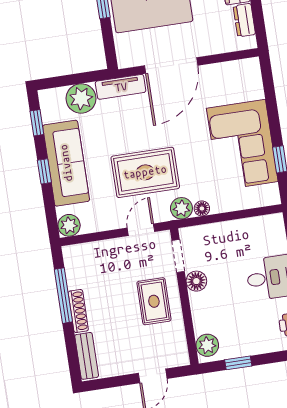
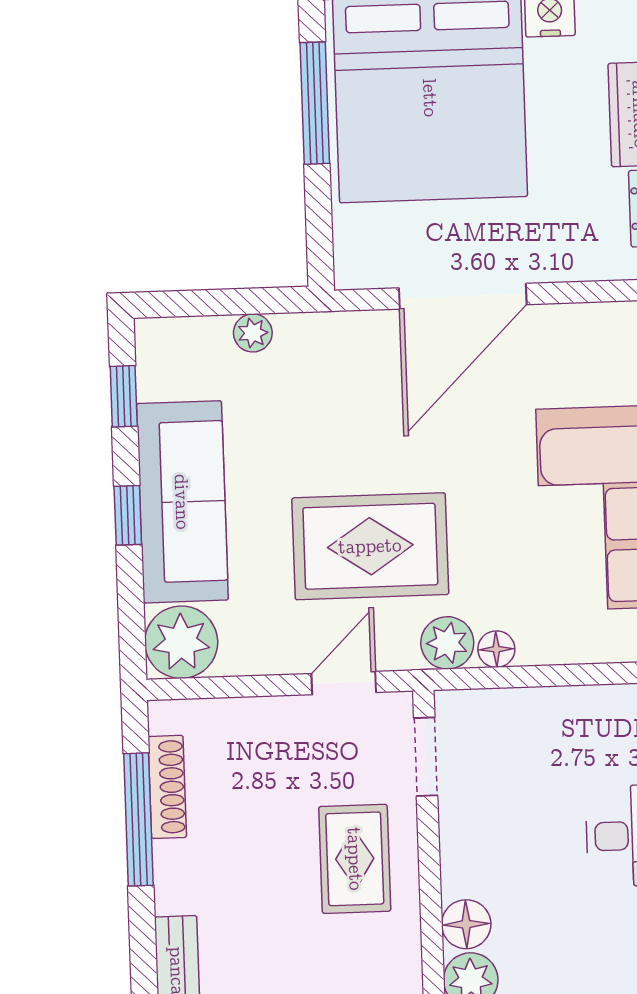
tv unit: (121, 87) -> (335, 333), removed
plant: (81, 98) -> (253, 333), width x0.53, depth x0.53
plant: (69, 225) -> (181, 642), width x1.36, depth x1.36
floor lamp: (196, 281) -> (466, 924), moved
shoe rack: (78, 311) -> (167, 787), moved

